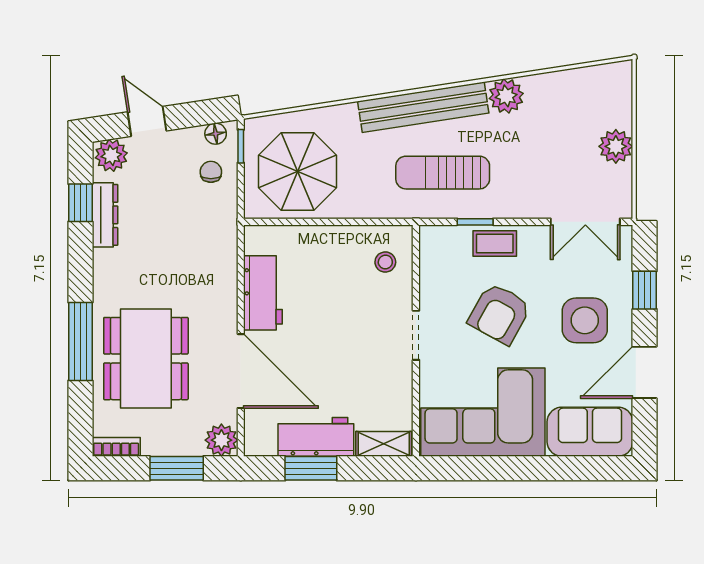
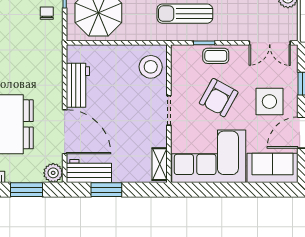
stool: (385, 262) -> (151, 67), width x1.89, depth x1.89
workbench: (316, 437) -> (89, 171), moved
shelving: (384, 444) -> (160, 164), moved, turned 90

